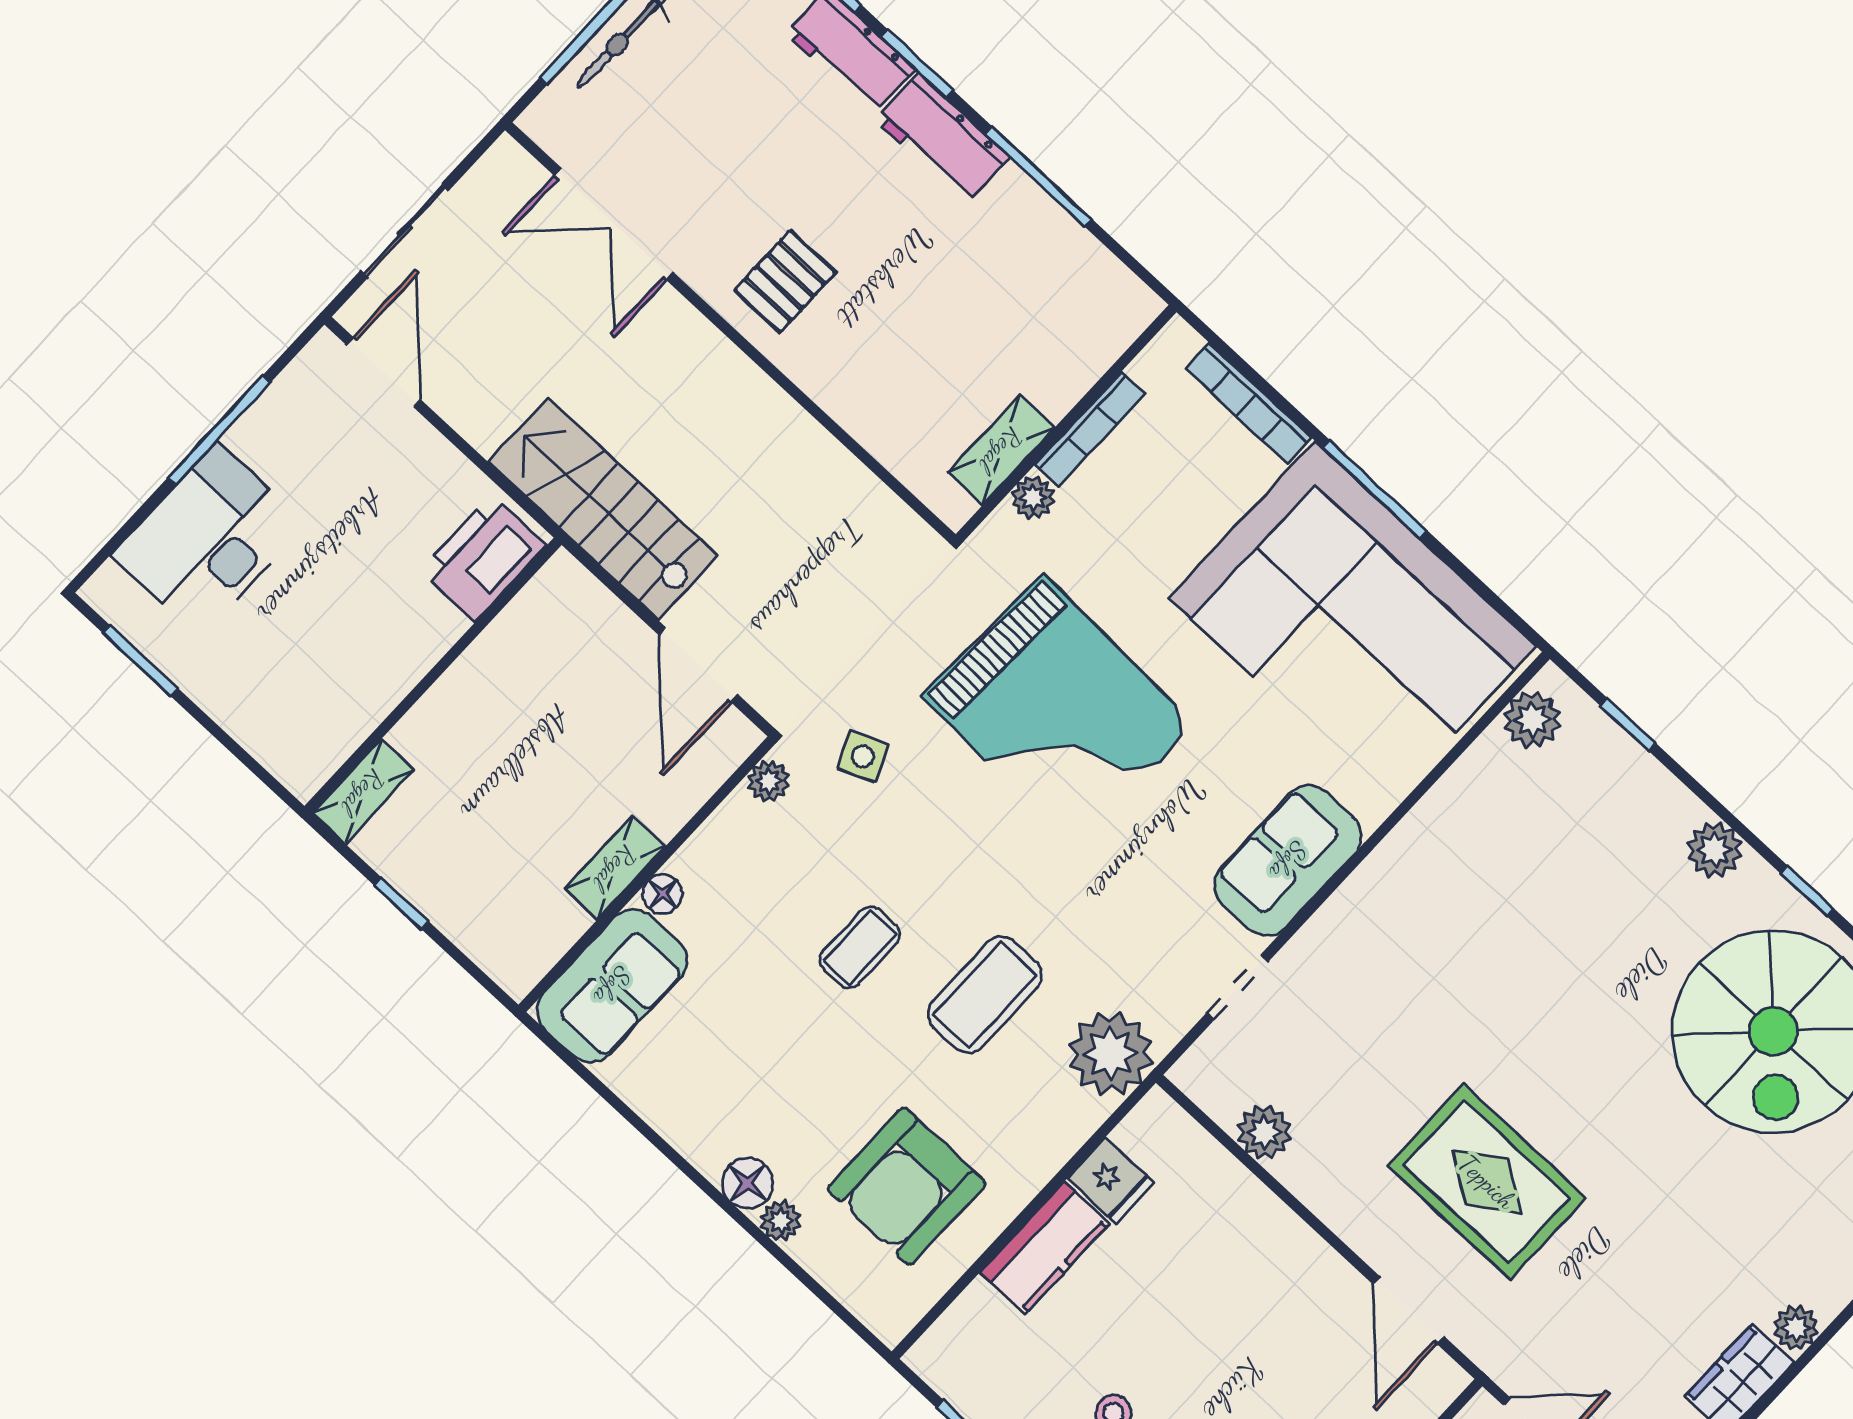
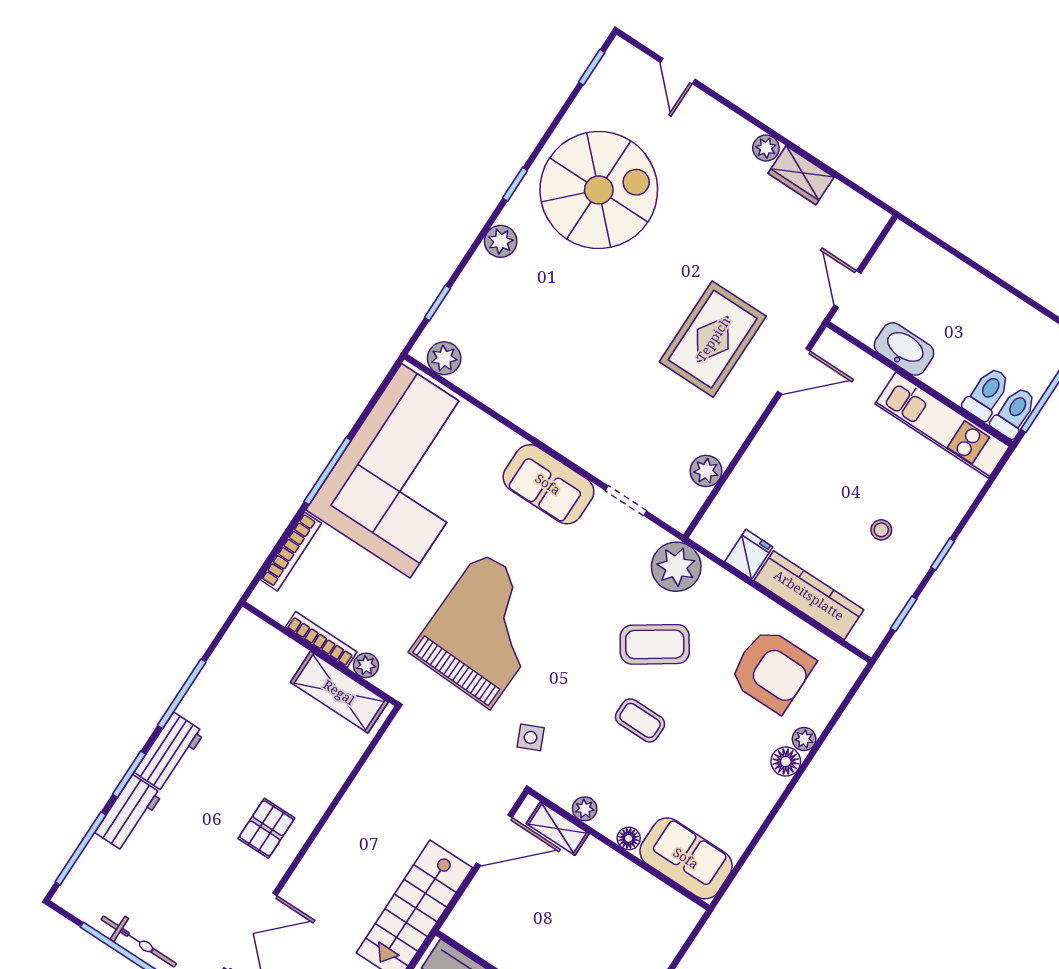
pallet: (785, 281) -> (266, 828), turned 90
shelving: (1001, 450) -> (339, 692), width x1.50, depth x1.33
plant: (769, 781) -> (585, 809), moved
shelving: (615, 868) -> (558, 829), moved
coffee table: (985, 995) -> (655, 644), turned -34
kitchen counter: (1045, 1248) -> (809, 595), width x1.50

